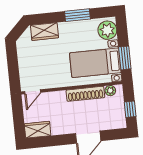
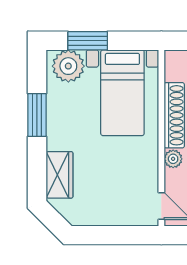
window: (125, 58) -> (88, 41), moved
plant: (110, 91) -> (173, 159), moved

